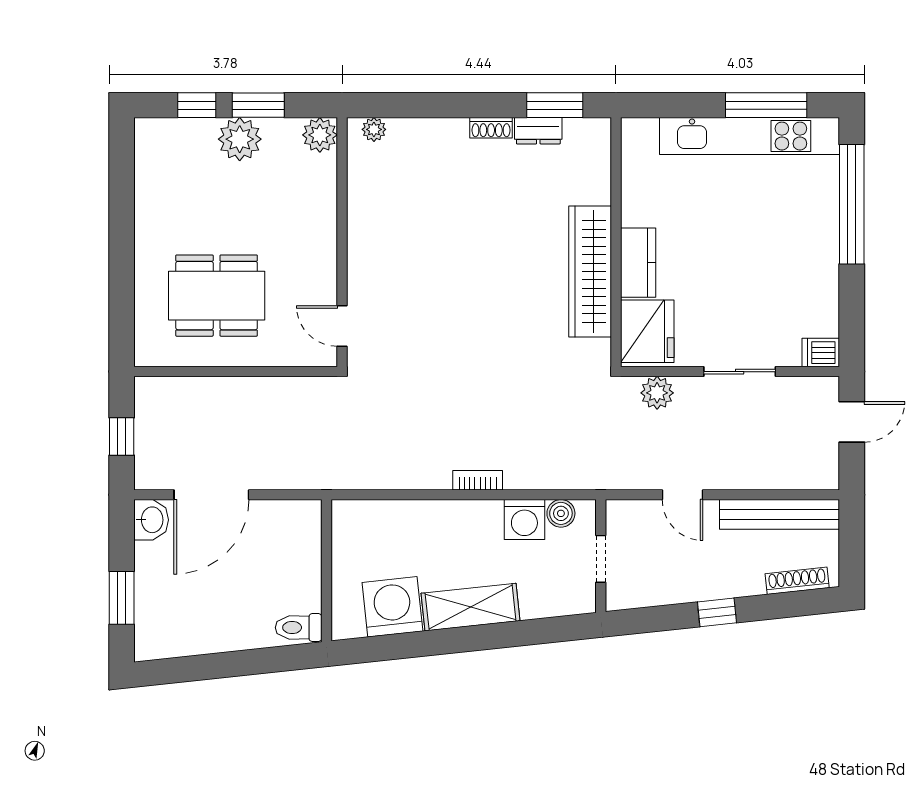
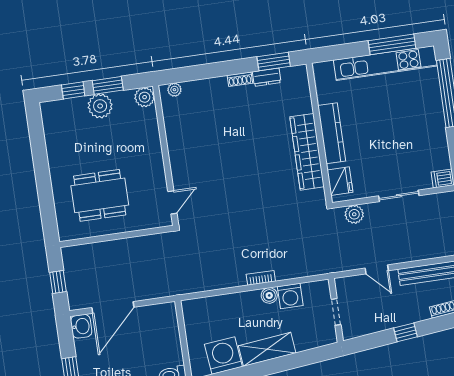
kitchen counter: (638, 263) -> (332, 133), width x1.50
door: (342, 326) -> (172, 202), swing flipped
fridge: (647, 331) -> (340, 181), width x0.73, depth x0.75
boiler: (561, 513) -> (269, 295), moved

